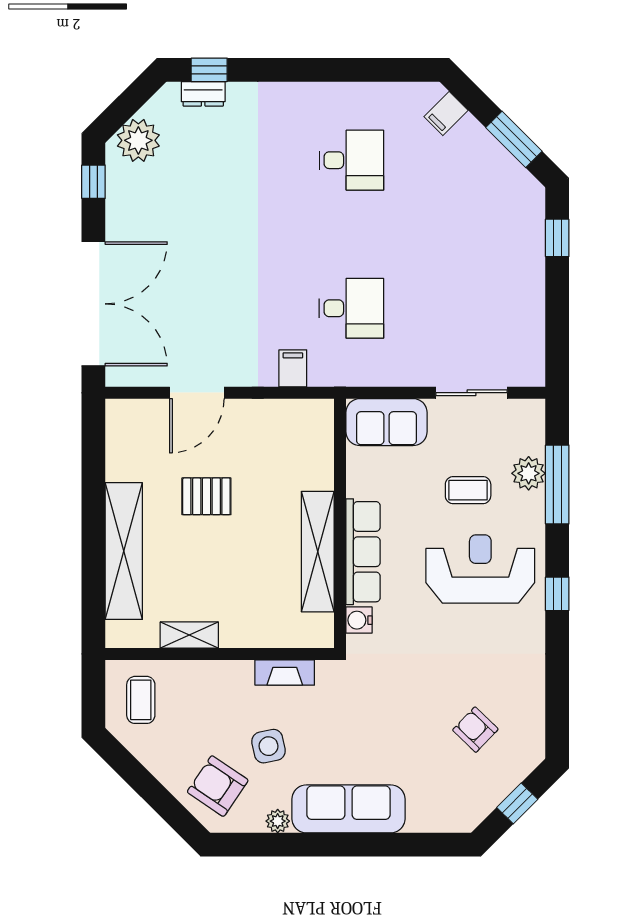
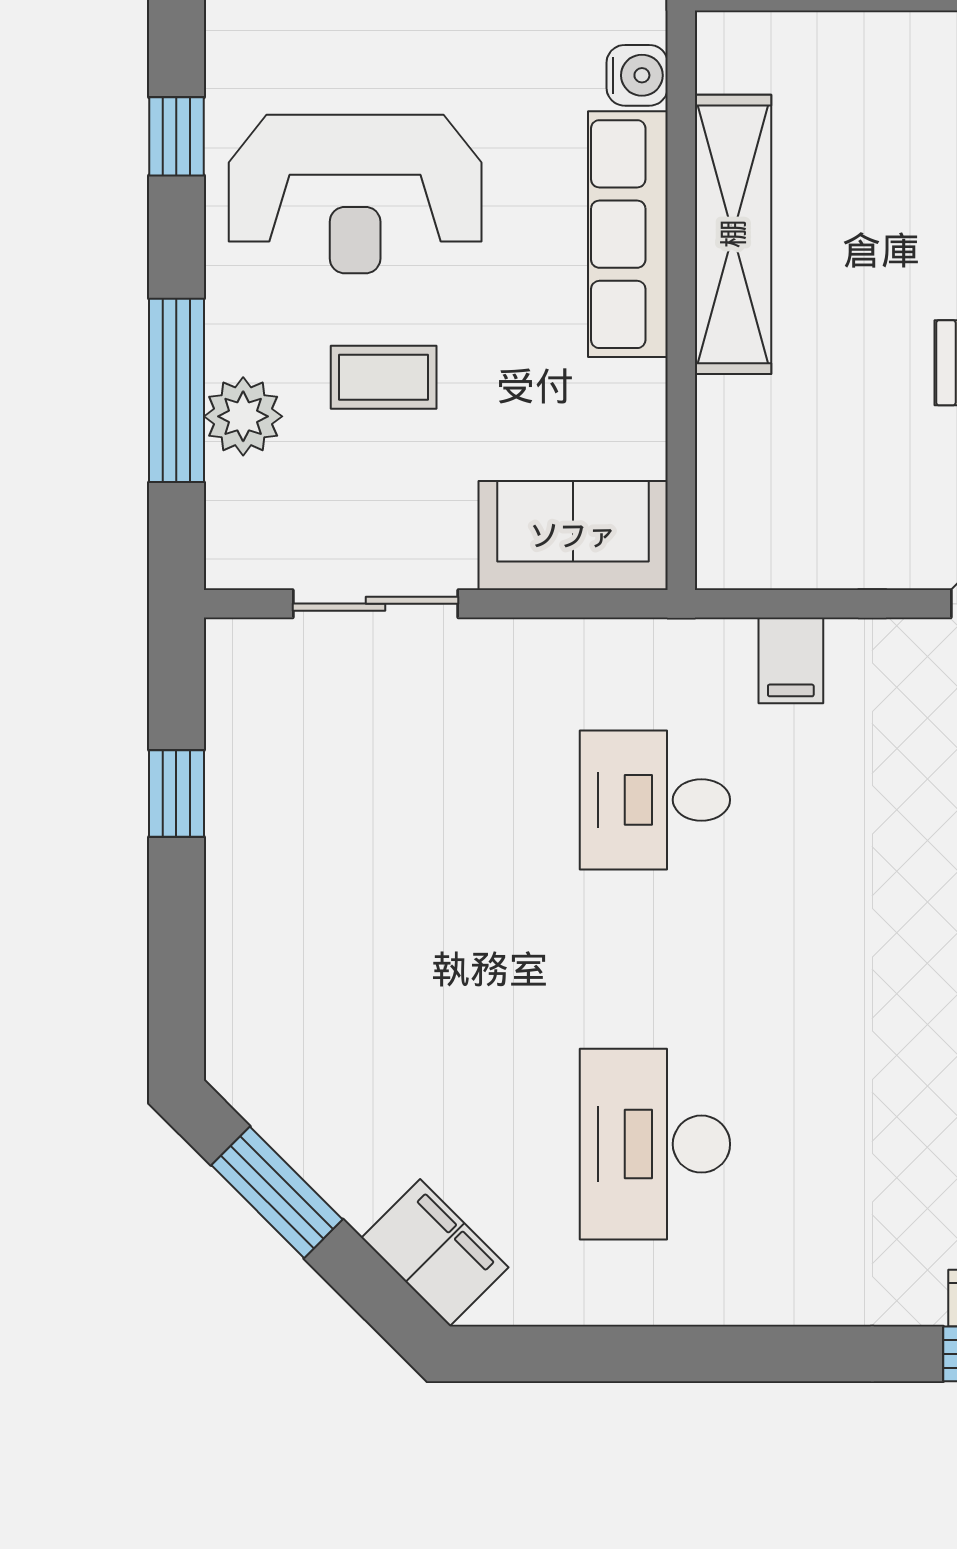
filing cabinet: (446, 113) -> (435, 1253), width x2.00
desk: (351, 160) -> (655, 1144), width x1.37
window: (557, 238) -> (176, 793), moved

